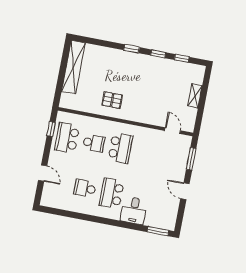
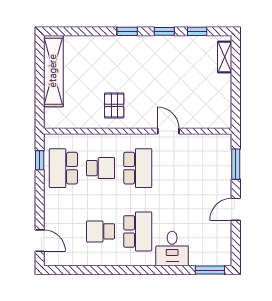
shelving: (195, 96) -> (225, 57), moved
pallet: (112, 100) -> (114, 105), turned 90
door: (173, 131) -> (168, 131), moved
door: (43, 173) -> (40, 241), moved
door: (185, 191) -> (236, 209), hinge flipped
school desk: (112, 193) -> (138, 231), turned 180

